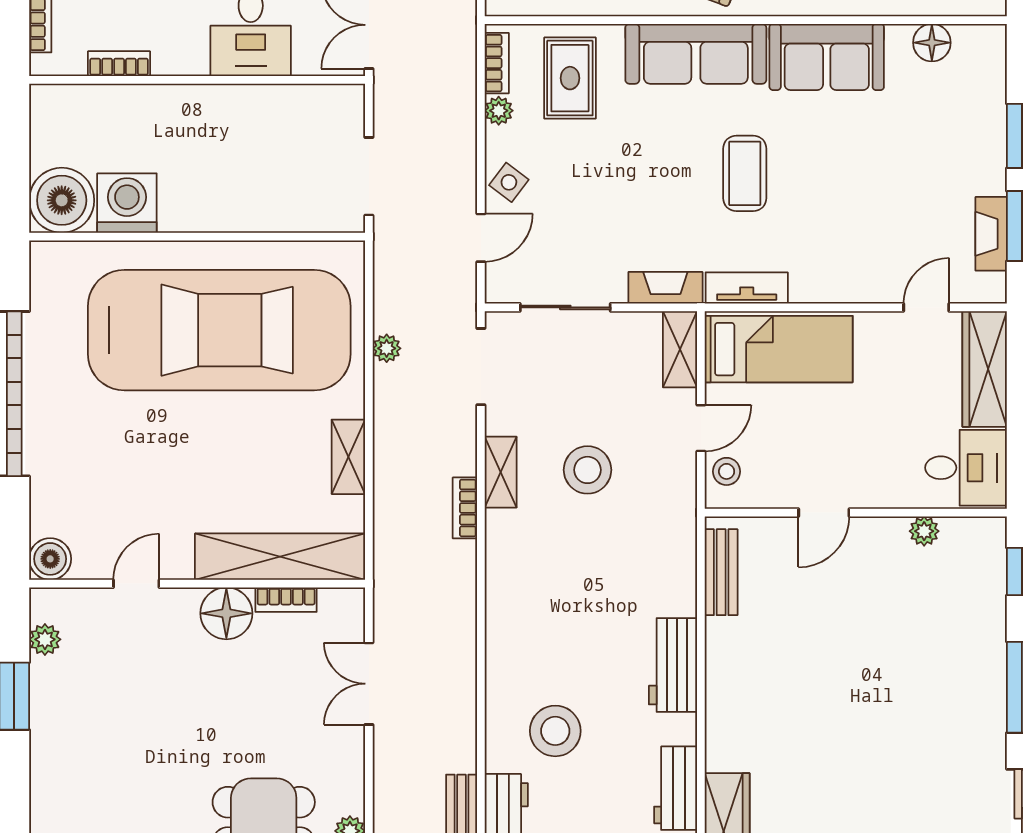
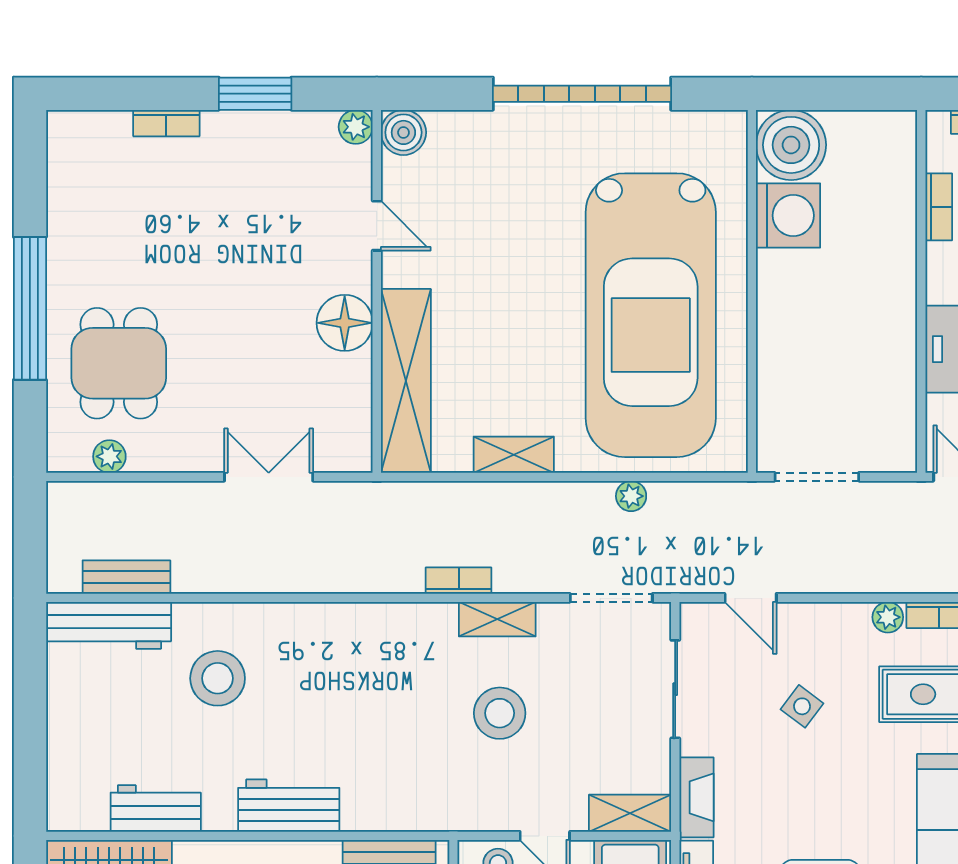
side table: (509, 182) -> (802, 706), moved
bookcase: (286, 600) -> (166, 123), moved, turned -90
plant: (45, 639) -> (356, 127), moved

